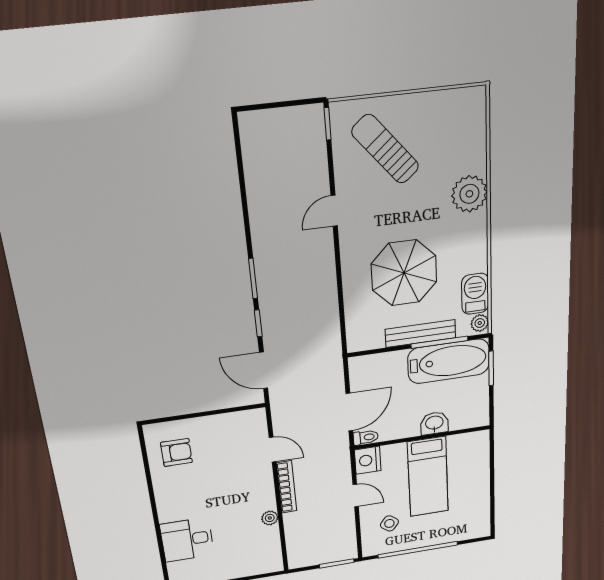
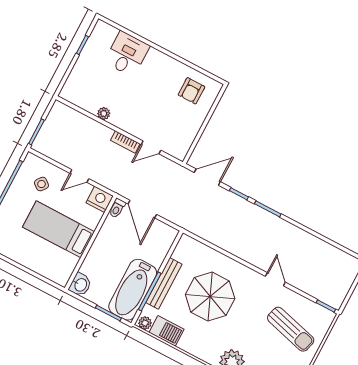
sun lounger: (385, 149) -> (291, 329), turned 55
washbasin: (434, 423) -> (80, 285), moved
bookcase: (287, 487) -> (125, 142), width x0.64

